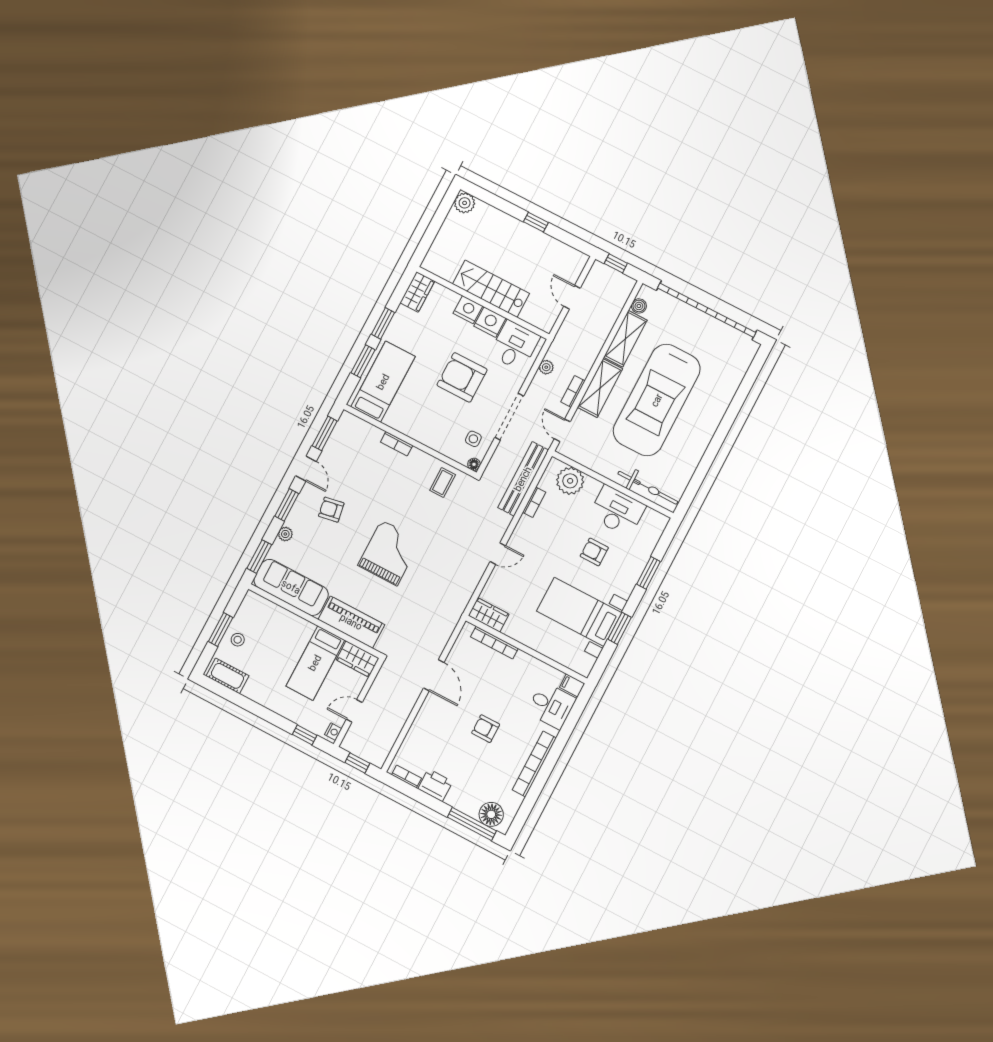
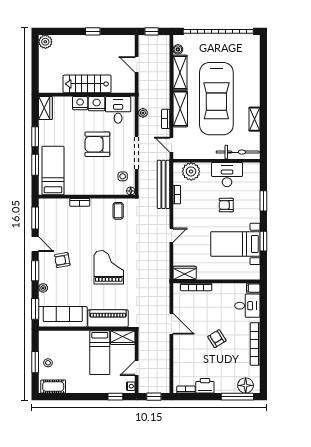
shelving: (695, 455) -> (255, 119), added
armchair: (486, 729) -> (217, 339), turned 58

